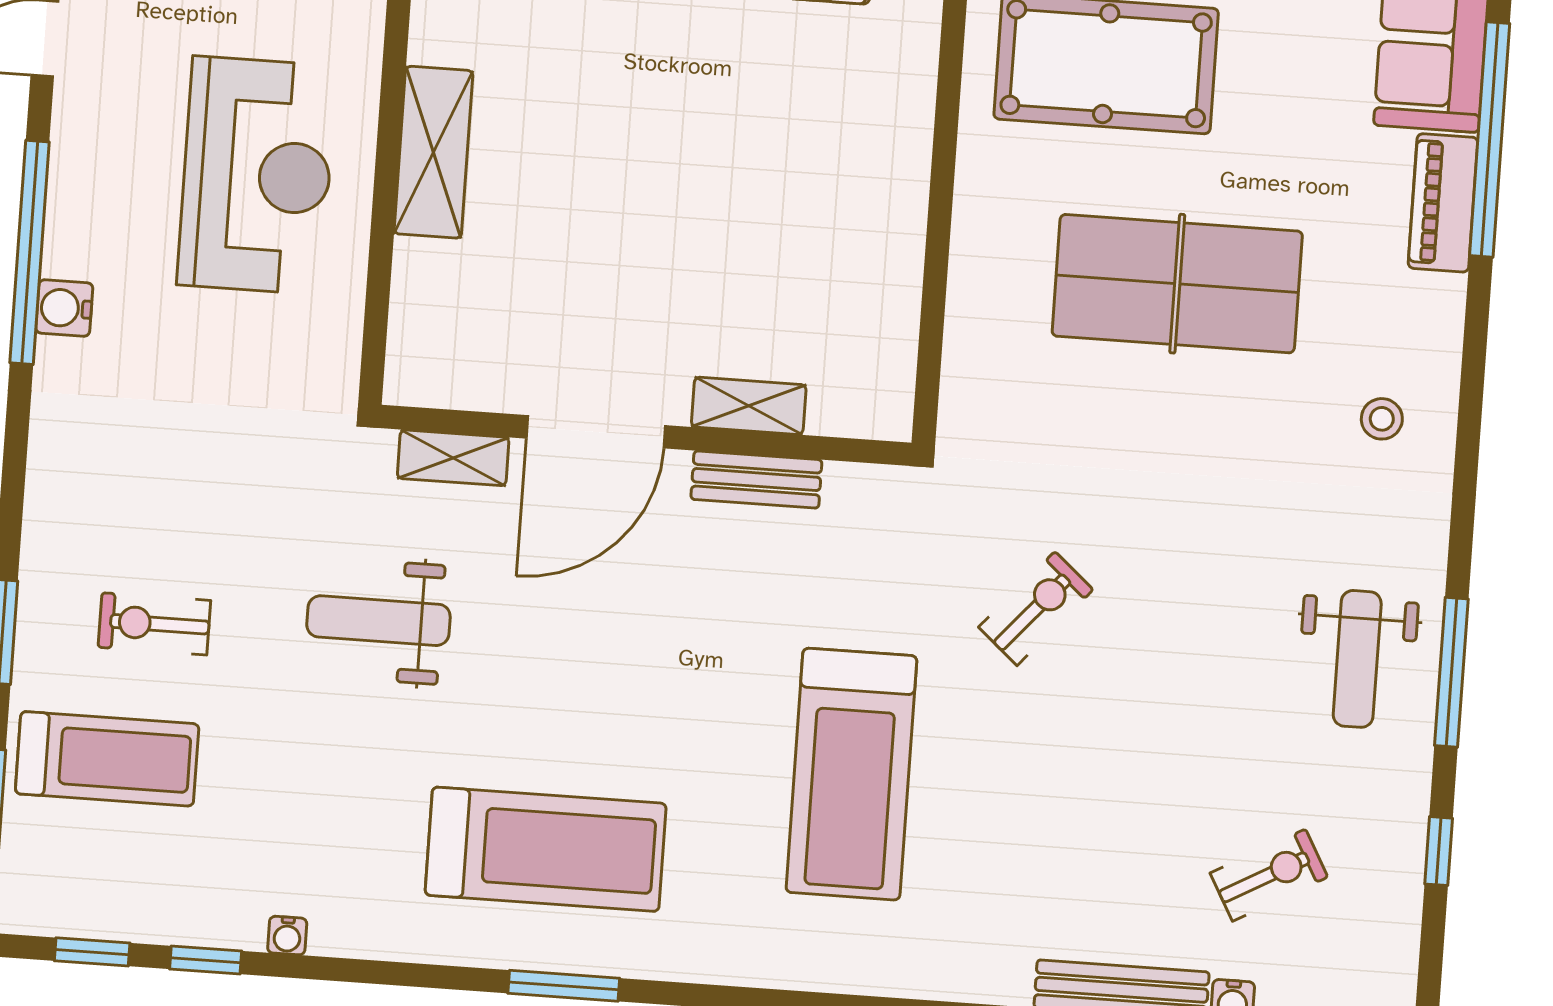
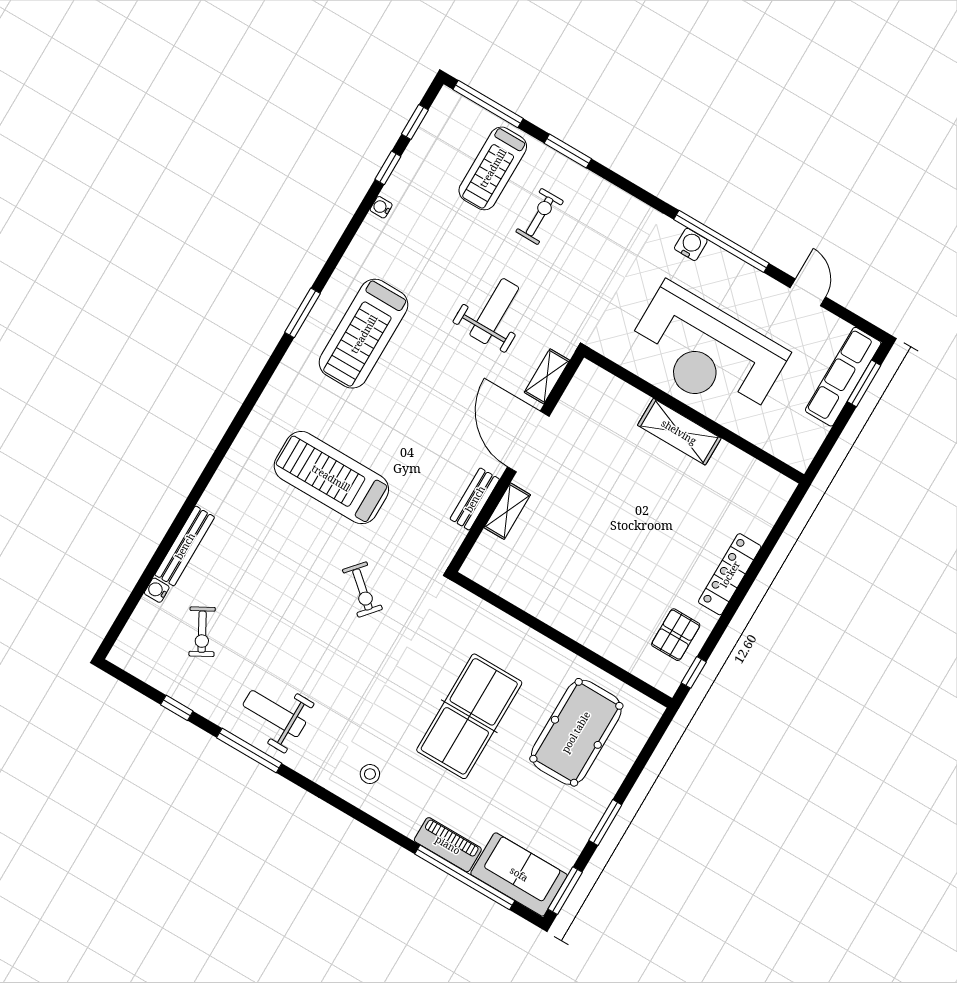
reception desk: (257, 175) -> (706, 353), width x1.36, depth x1.30

